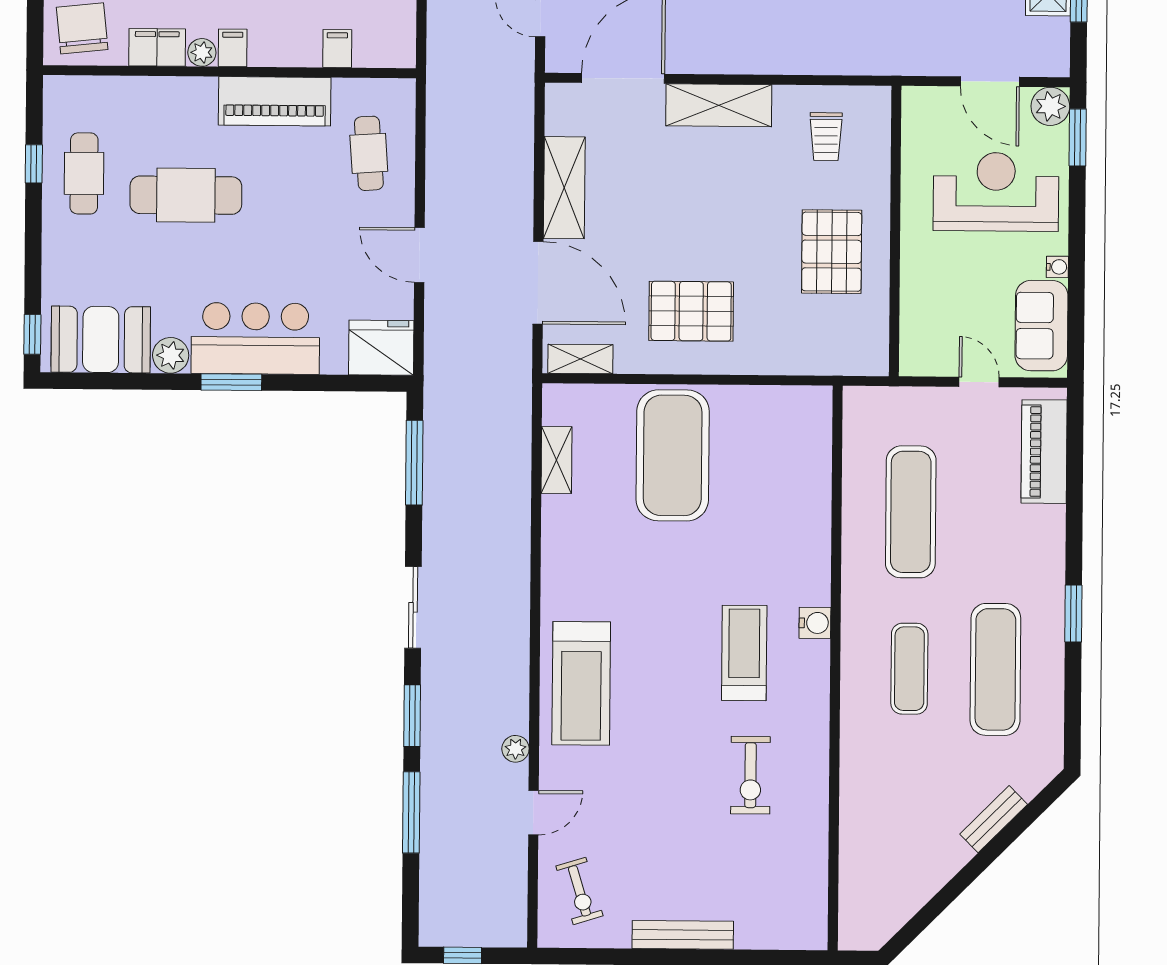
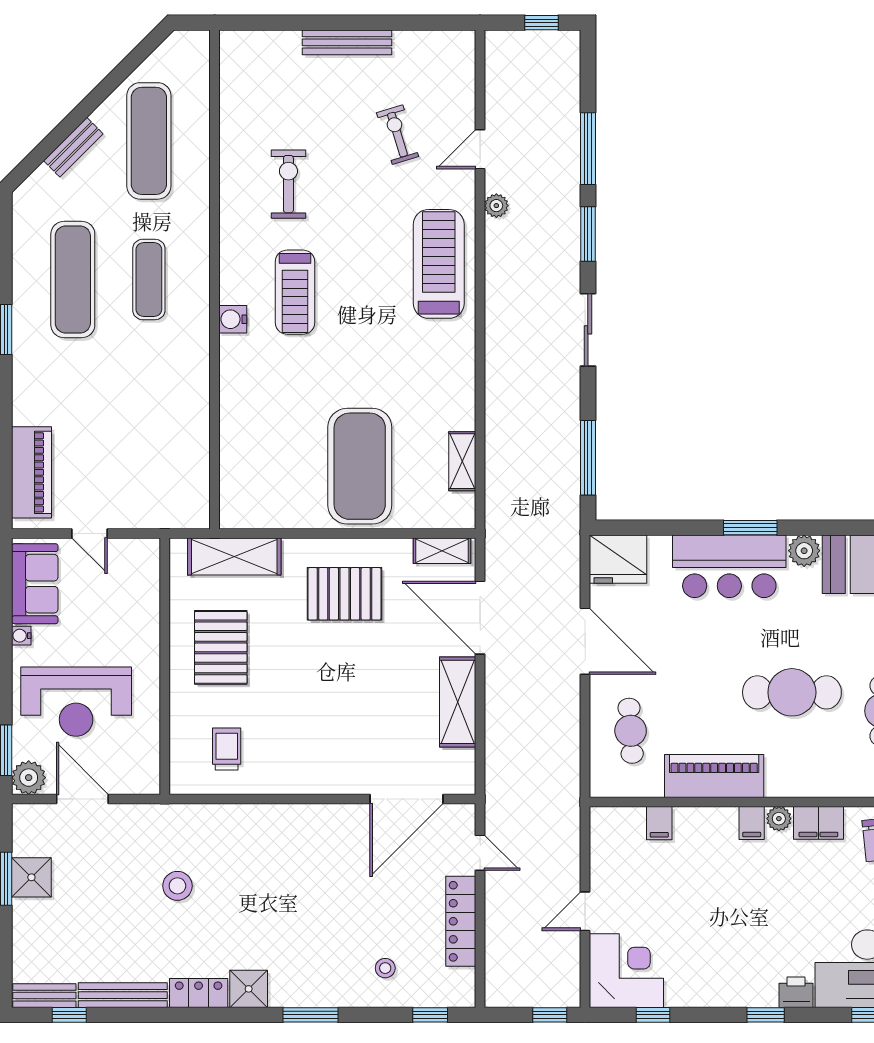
shelving: (719, 105) -> (234, 556), moved
door: (419, 255) -> (585, 641), width x1.36
exercise mat: (911, 512) -> (149, 141), moved
exercise bike: (579, 891) -> (397, 135), moved

